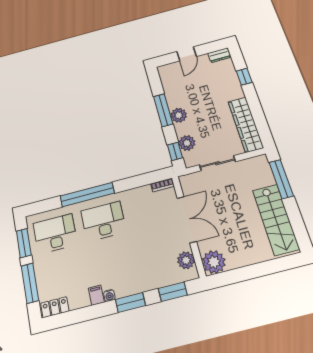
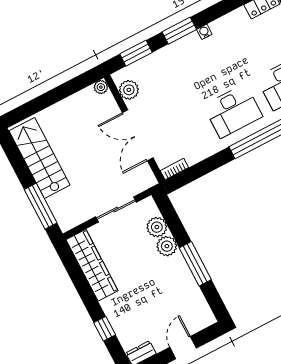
plant: (179, 115) -> (167, 246), moved
window: (175, 151) -> (169, 213), removed
plant: (214, 262) -> (101, 87), width x0.53, depth x0.53
filing cabinet: (96, 295) -> (219, 29), removed

